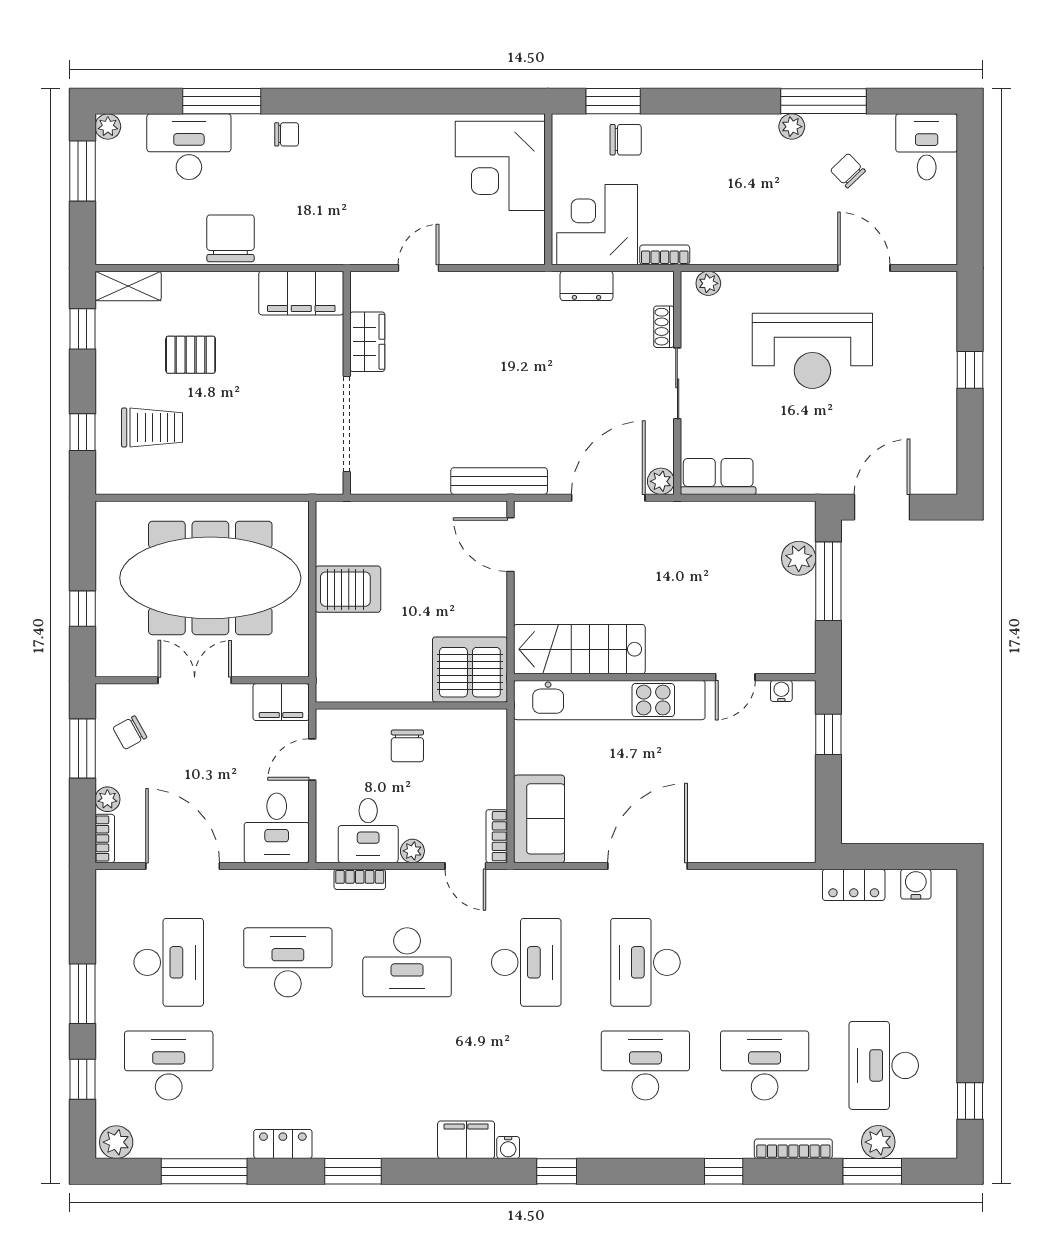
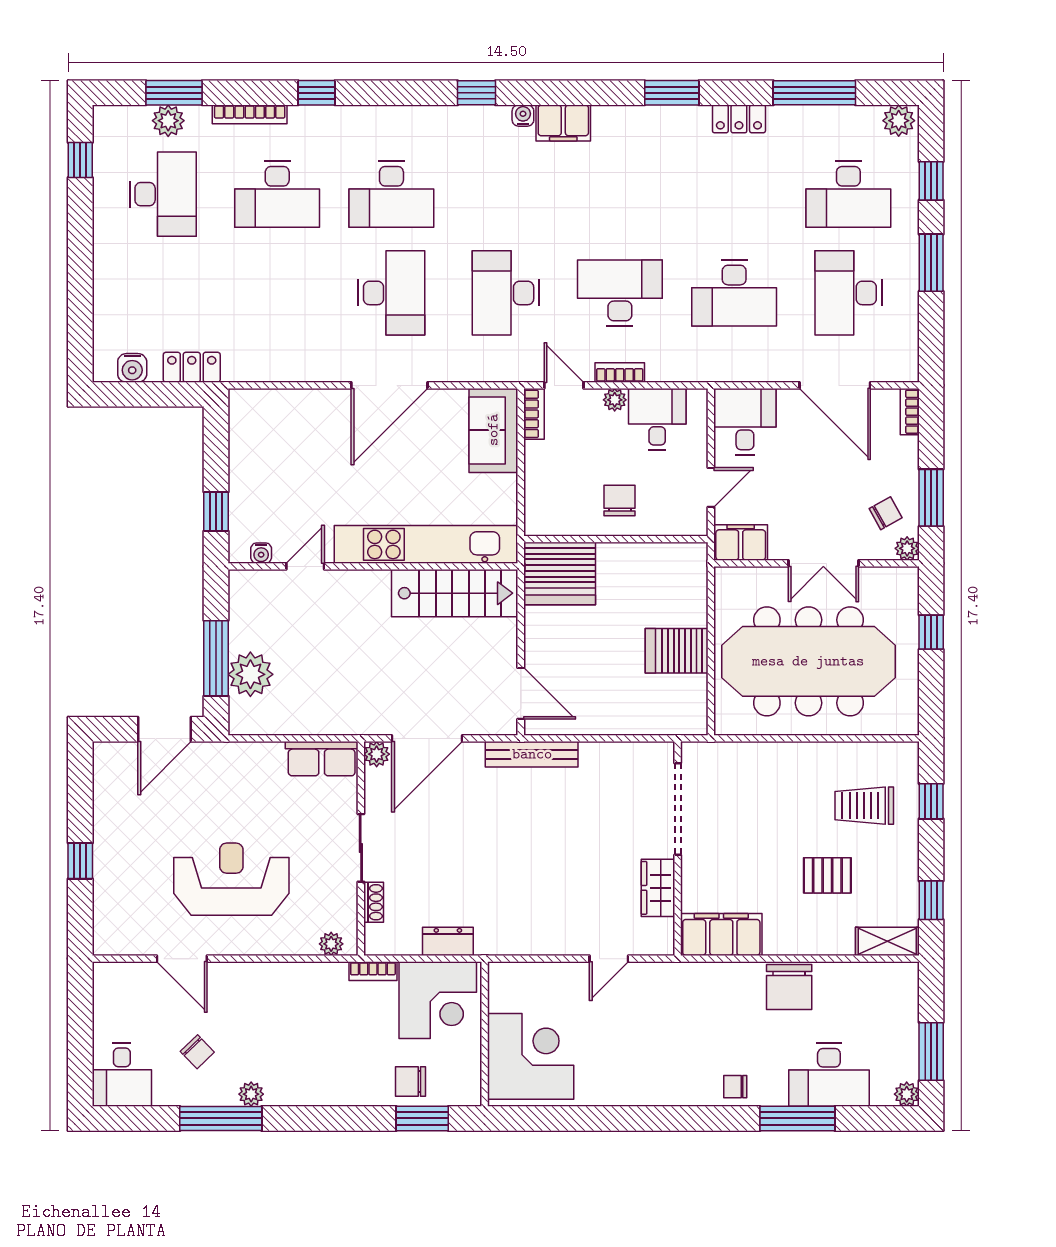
plant: (799, 558) -> (250, 674), width x1.36, depth x1.36
plant: (107, 799) -> (907, 548), moved
bookcase: (360, 879) -> (620, 372), moved

